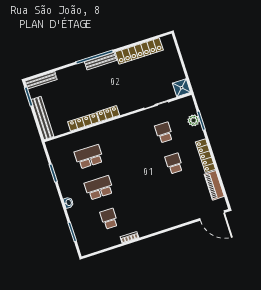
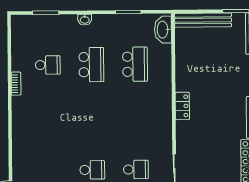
locker: (83, 122) -> (182, 71), removed
washbasin: (58, 144) -> (163, 30), added

